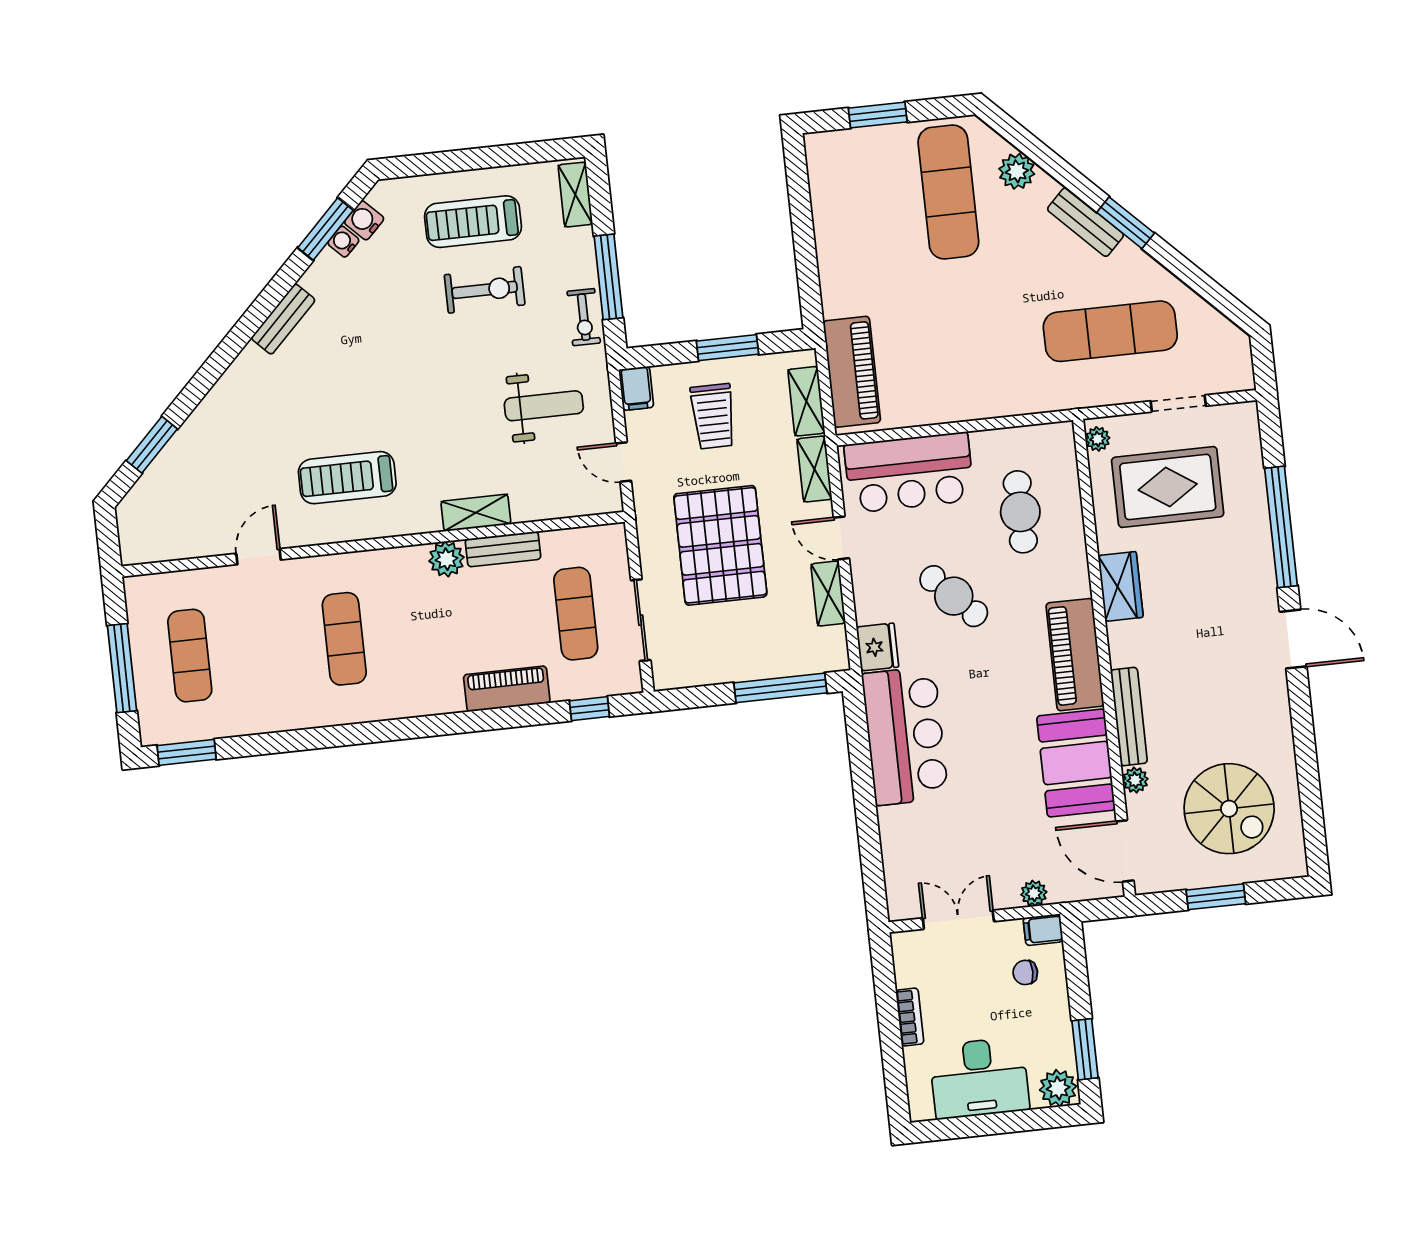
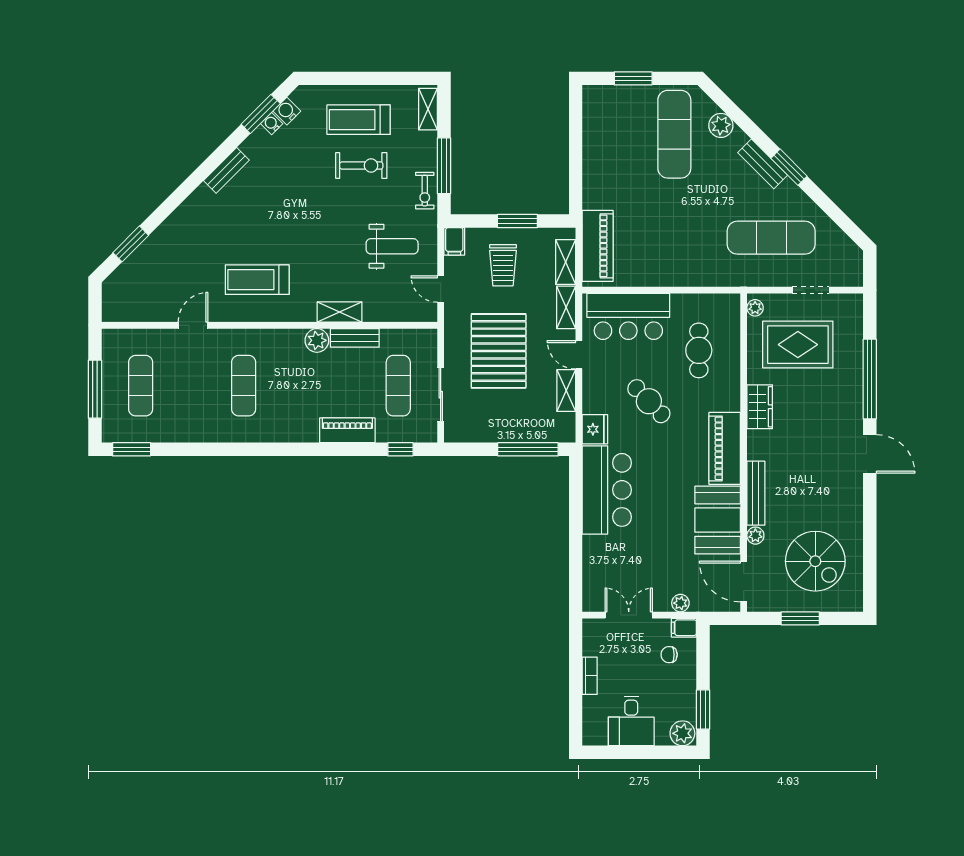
desk: (979, 1078) -> (631, 721), width x0.73

